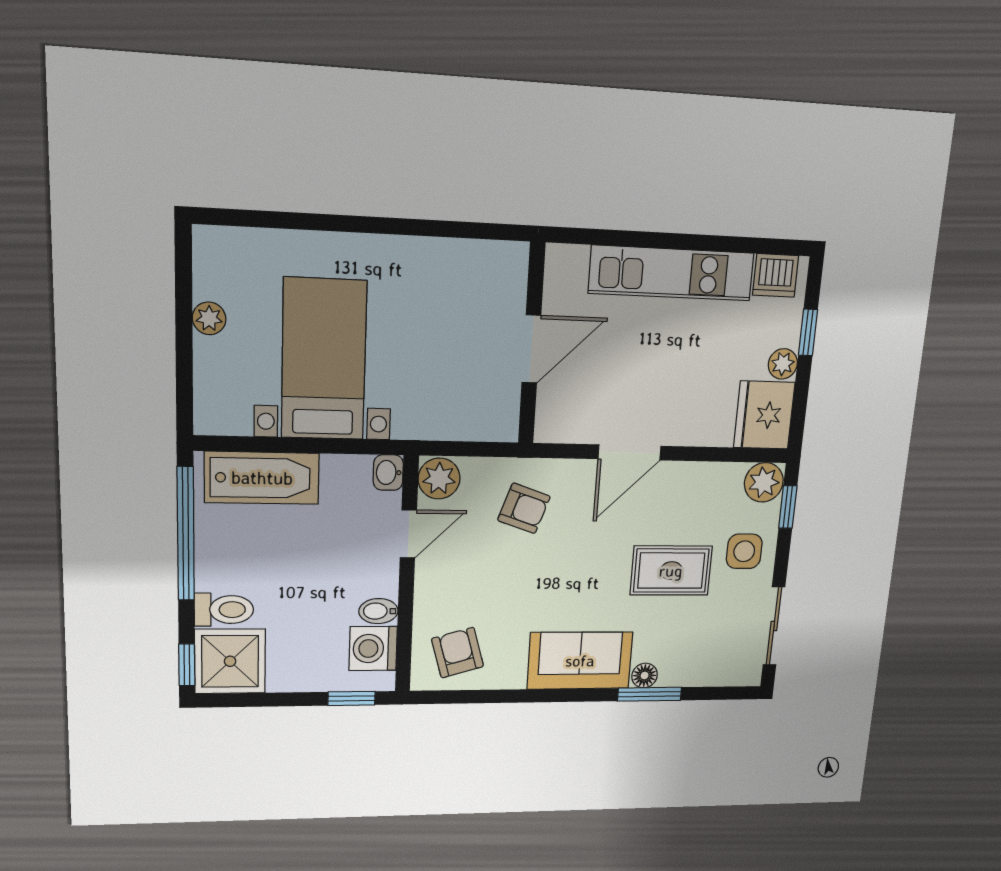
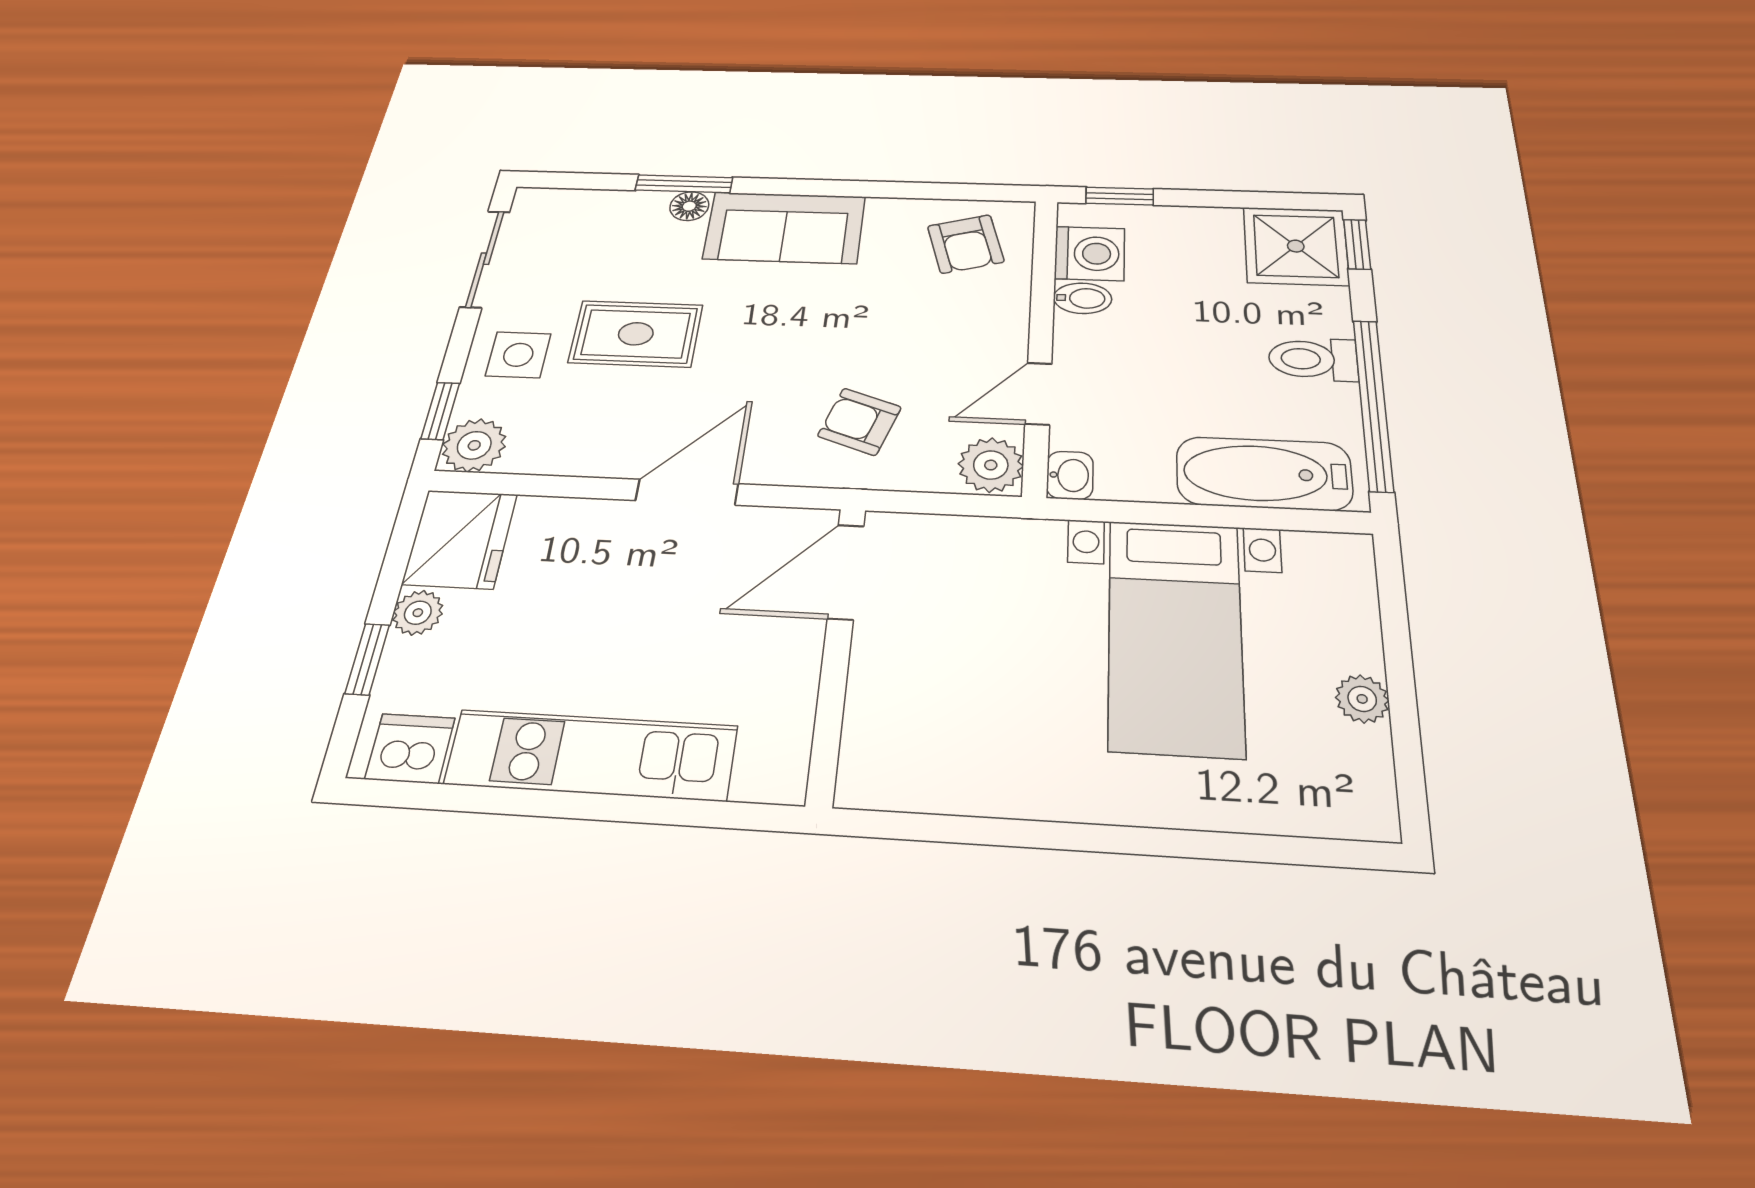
door: (531, 349) -> (846, 572), moved
toilet: (224, 610) -> (1313, 359), moved

